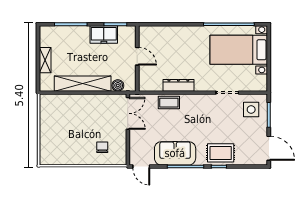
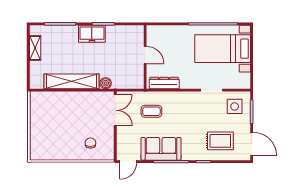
door: (137, 56) -> (145, 55), moved
wall: (137, 58) -> (145, 57), moved
shelving: (45, 60) -> (35, 48), moved
coffee table: (169, 103) -> (151, 111), moved
rug: (221, 153) -> (220, 141), moved
door: (141, 166) -> (128, 162), hinge flipped

